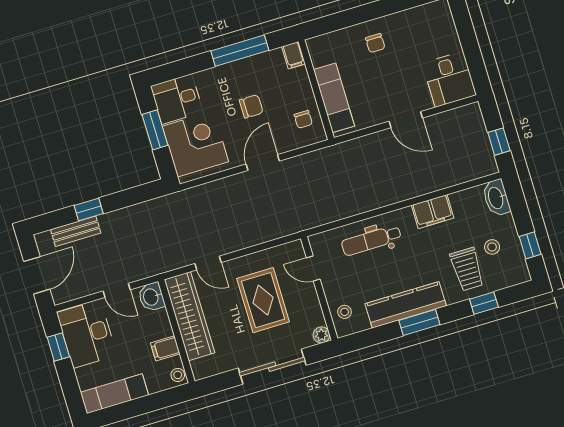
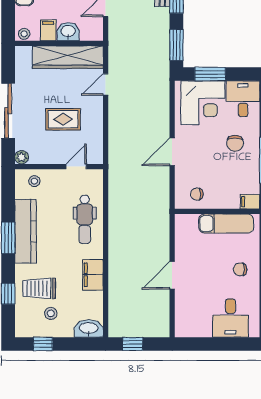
desk: (449, 79) -> (231, 318), moved, turned -90
exam couch: (334, 98) -> (226, 224), moved
chair: (251, 106) -> (235, 143), moved
window: (155, 130) -> (210, 74), moved
door: (263, 163) -> (172, 152), swing flipped
window: (138, 195) -> (176, 45), added
dental chair: (371, 240) -> (85, 219), turned 180
washbasin: (151, 297) -> (68, 32), moved
rug: (263, 300) -> (63, 119), width x0.73, depth x0.70

